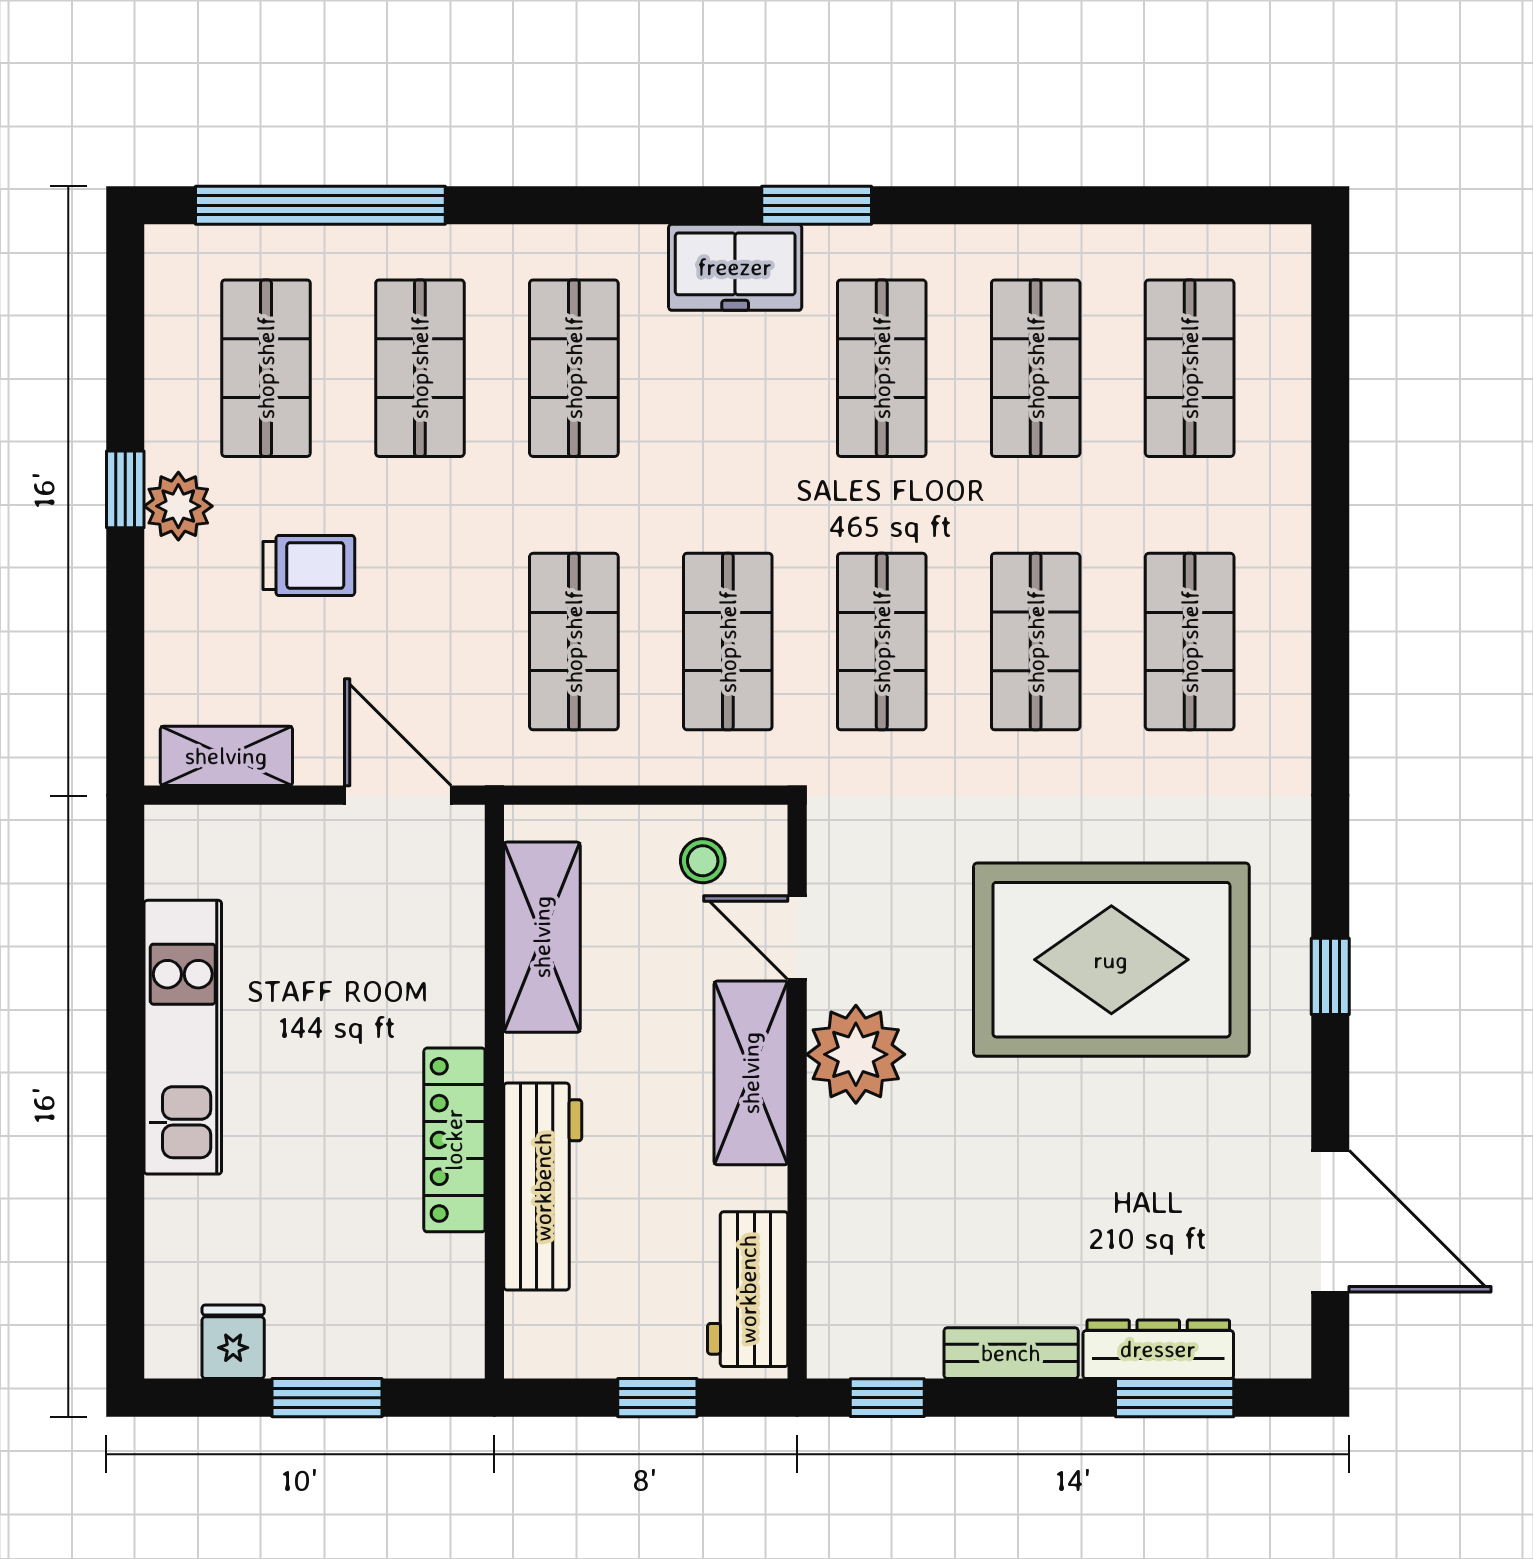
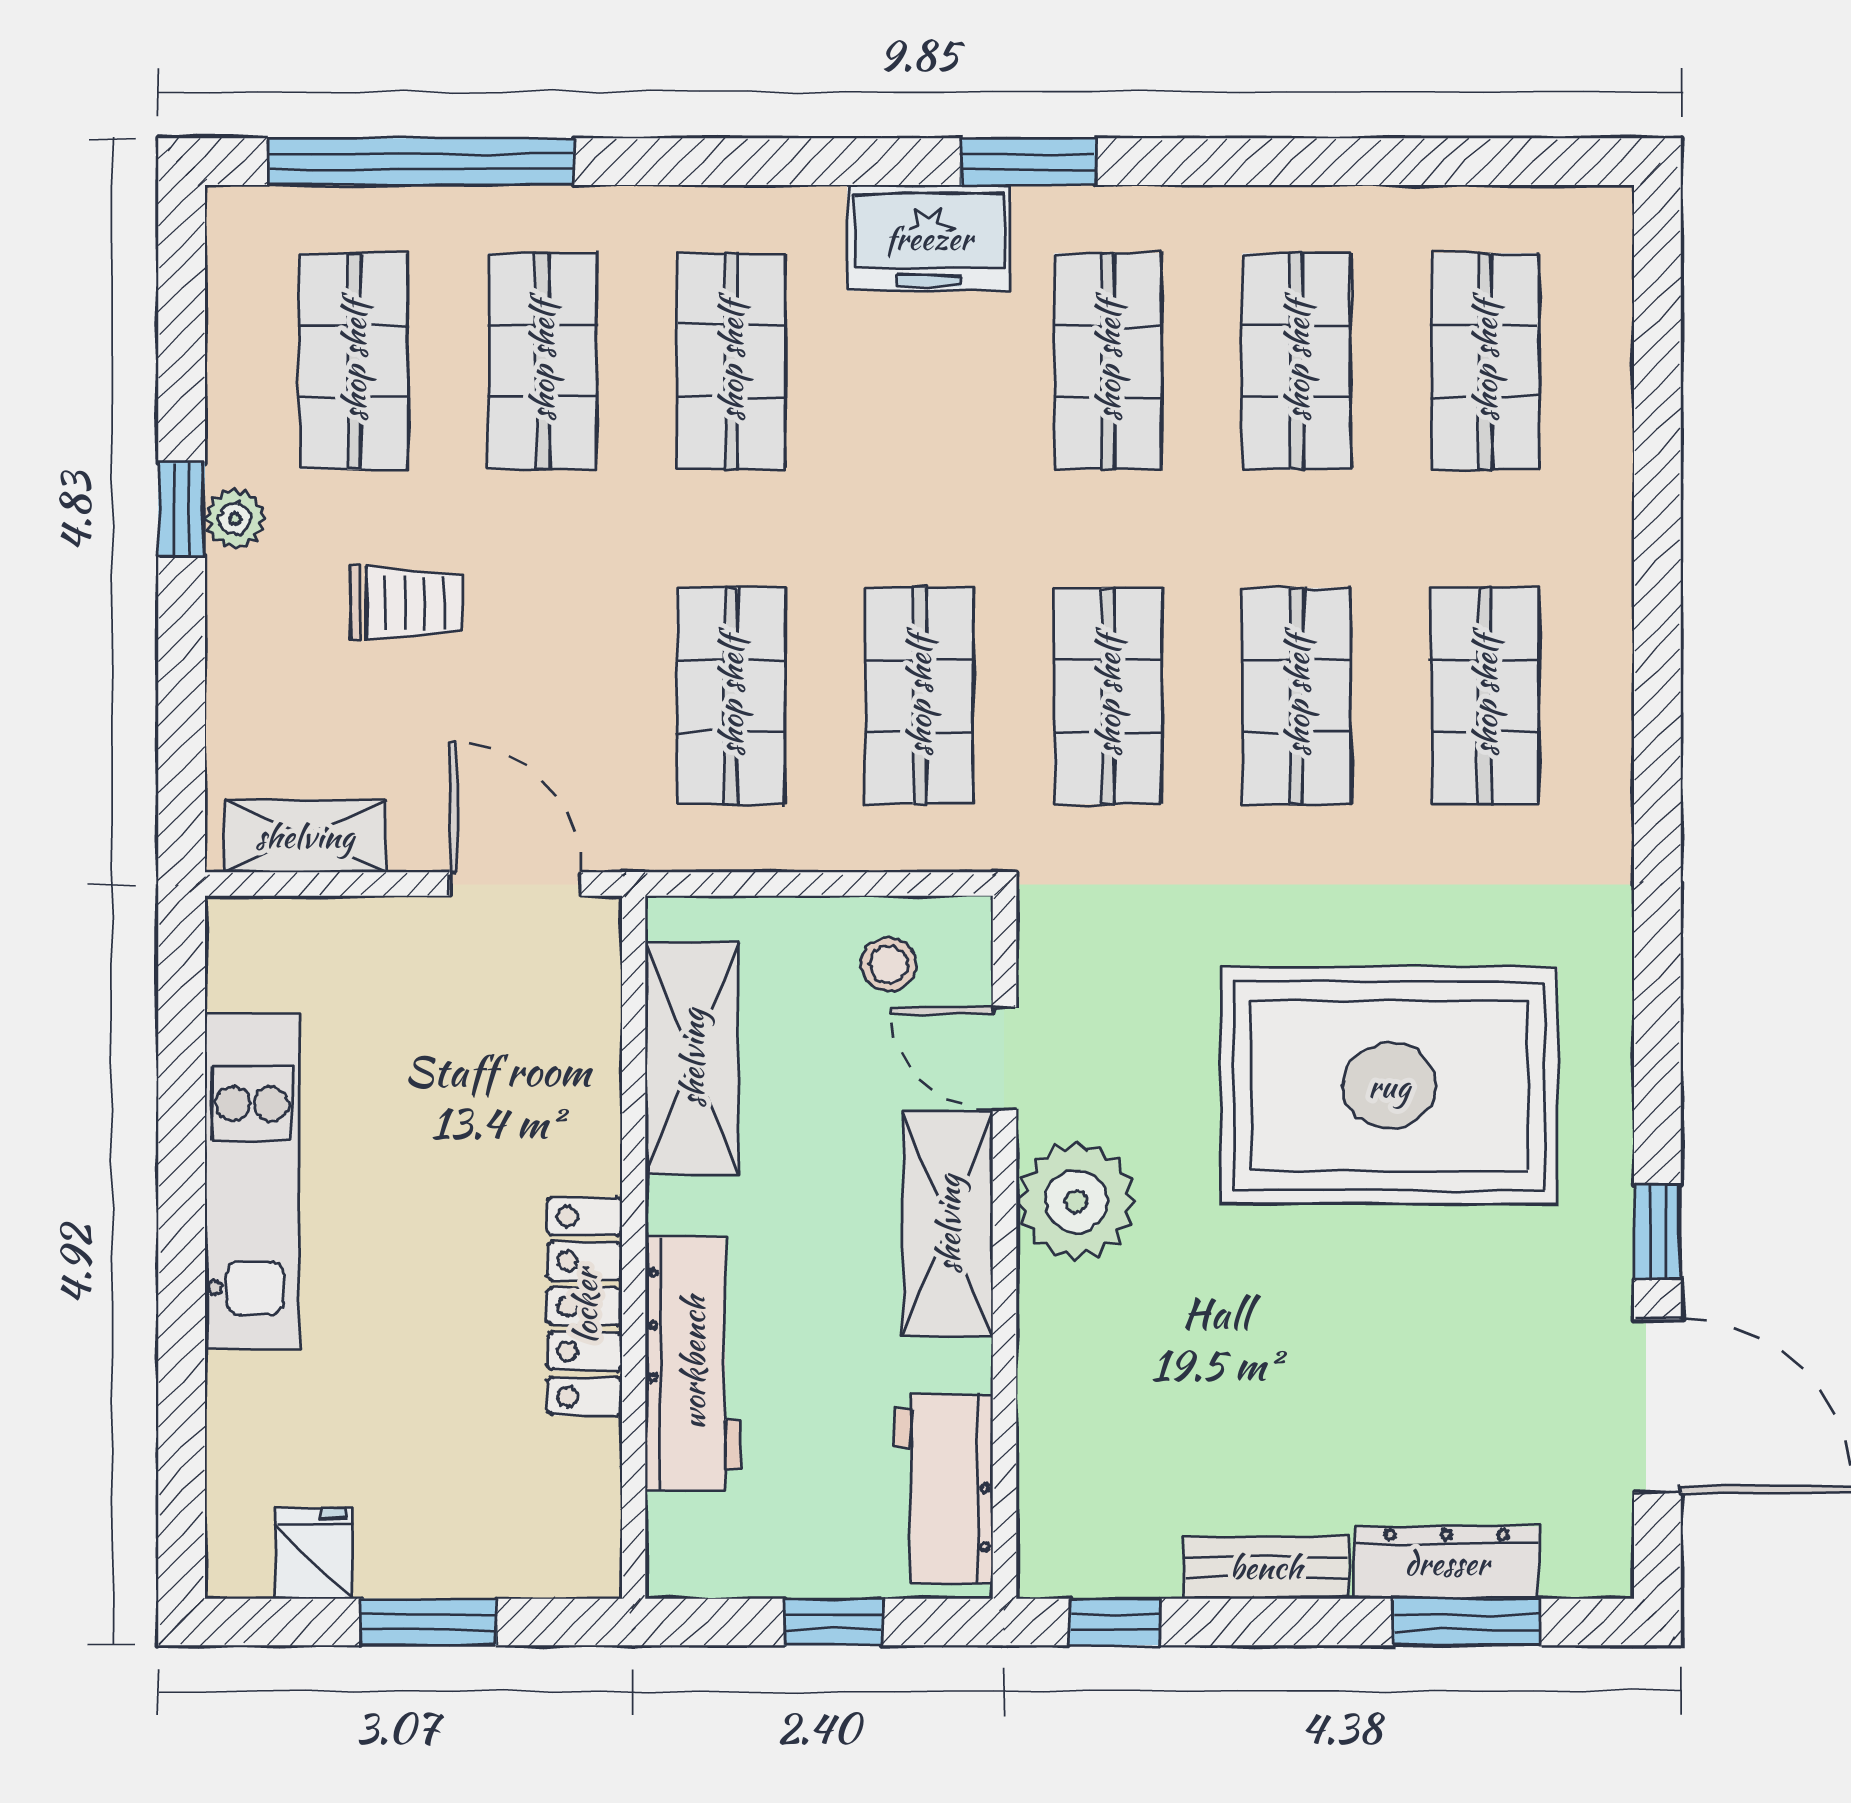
plant: (178, 506) -> (235, 519), width x0.73, depth x0.73
window: (1330, 976) -> (1657, 1232), moved

